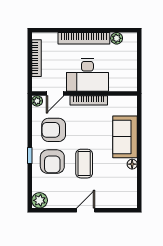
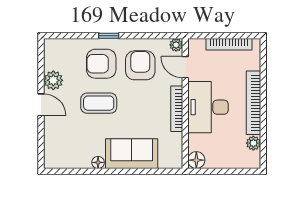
floor lamp: (130, 85) -> (196, 160), added
plant: (40, 200) -> (53, 80), moved

